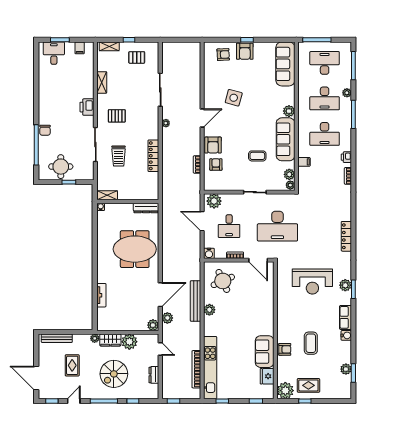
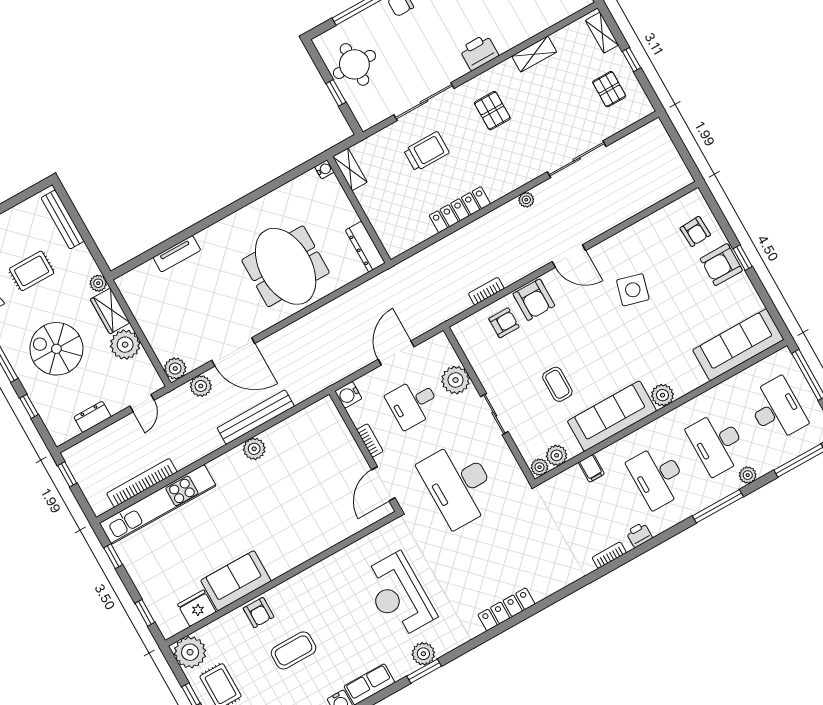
armchair: (213, 145) -> (534, 300), turned -90
trolley: (119, 156) -> (426, 151), turned 180
plant: (214, 201) -> (456, 380), moved
round table: (223, 281) -> (315, 444), removed

